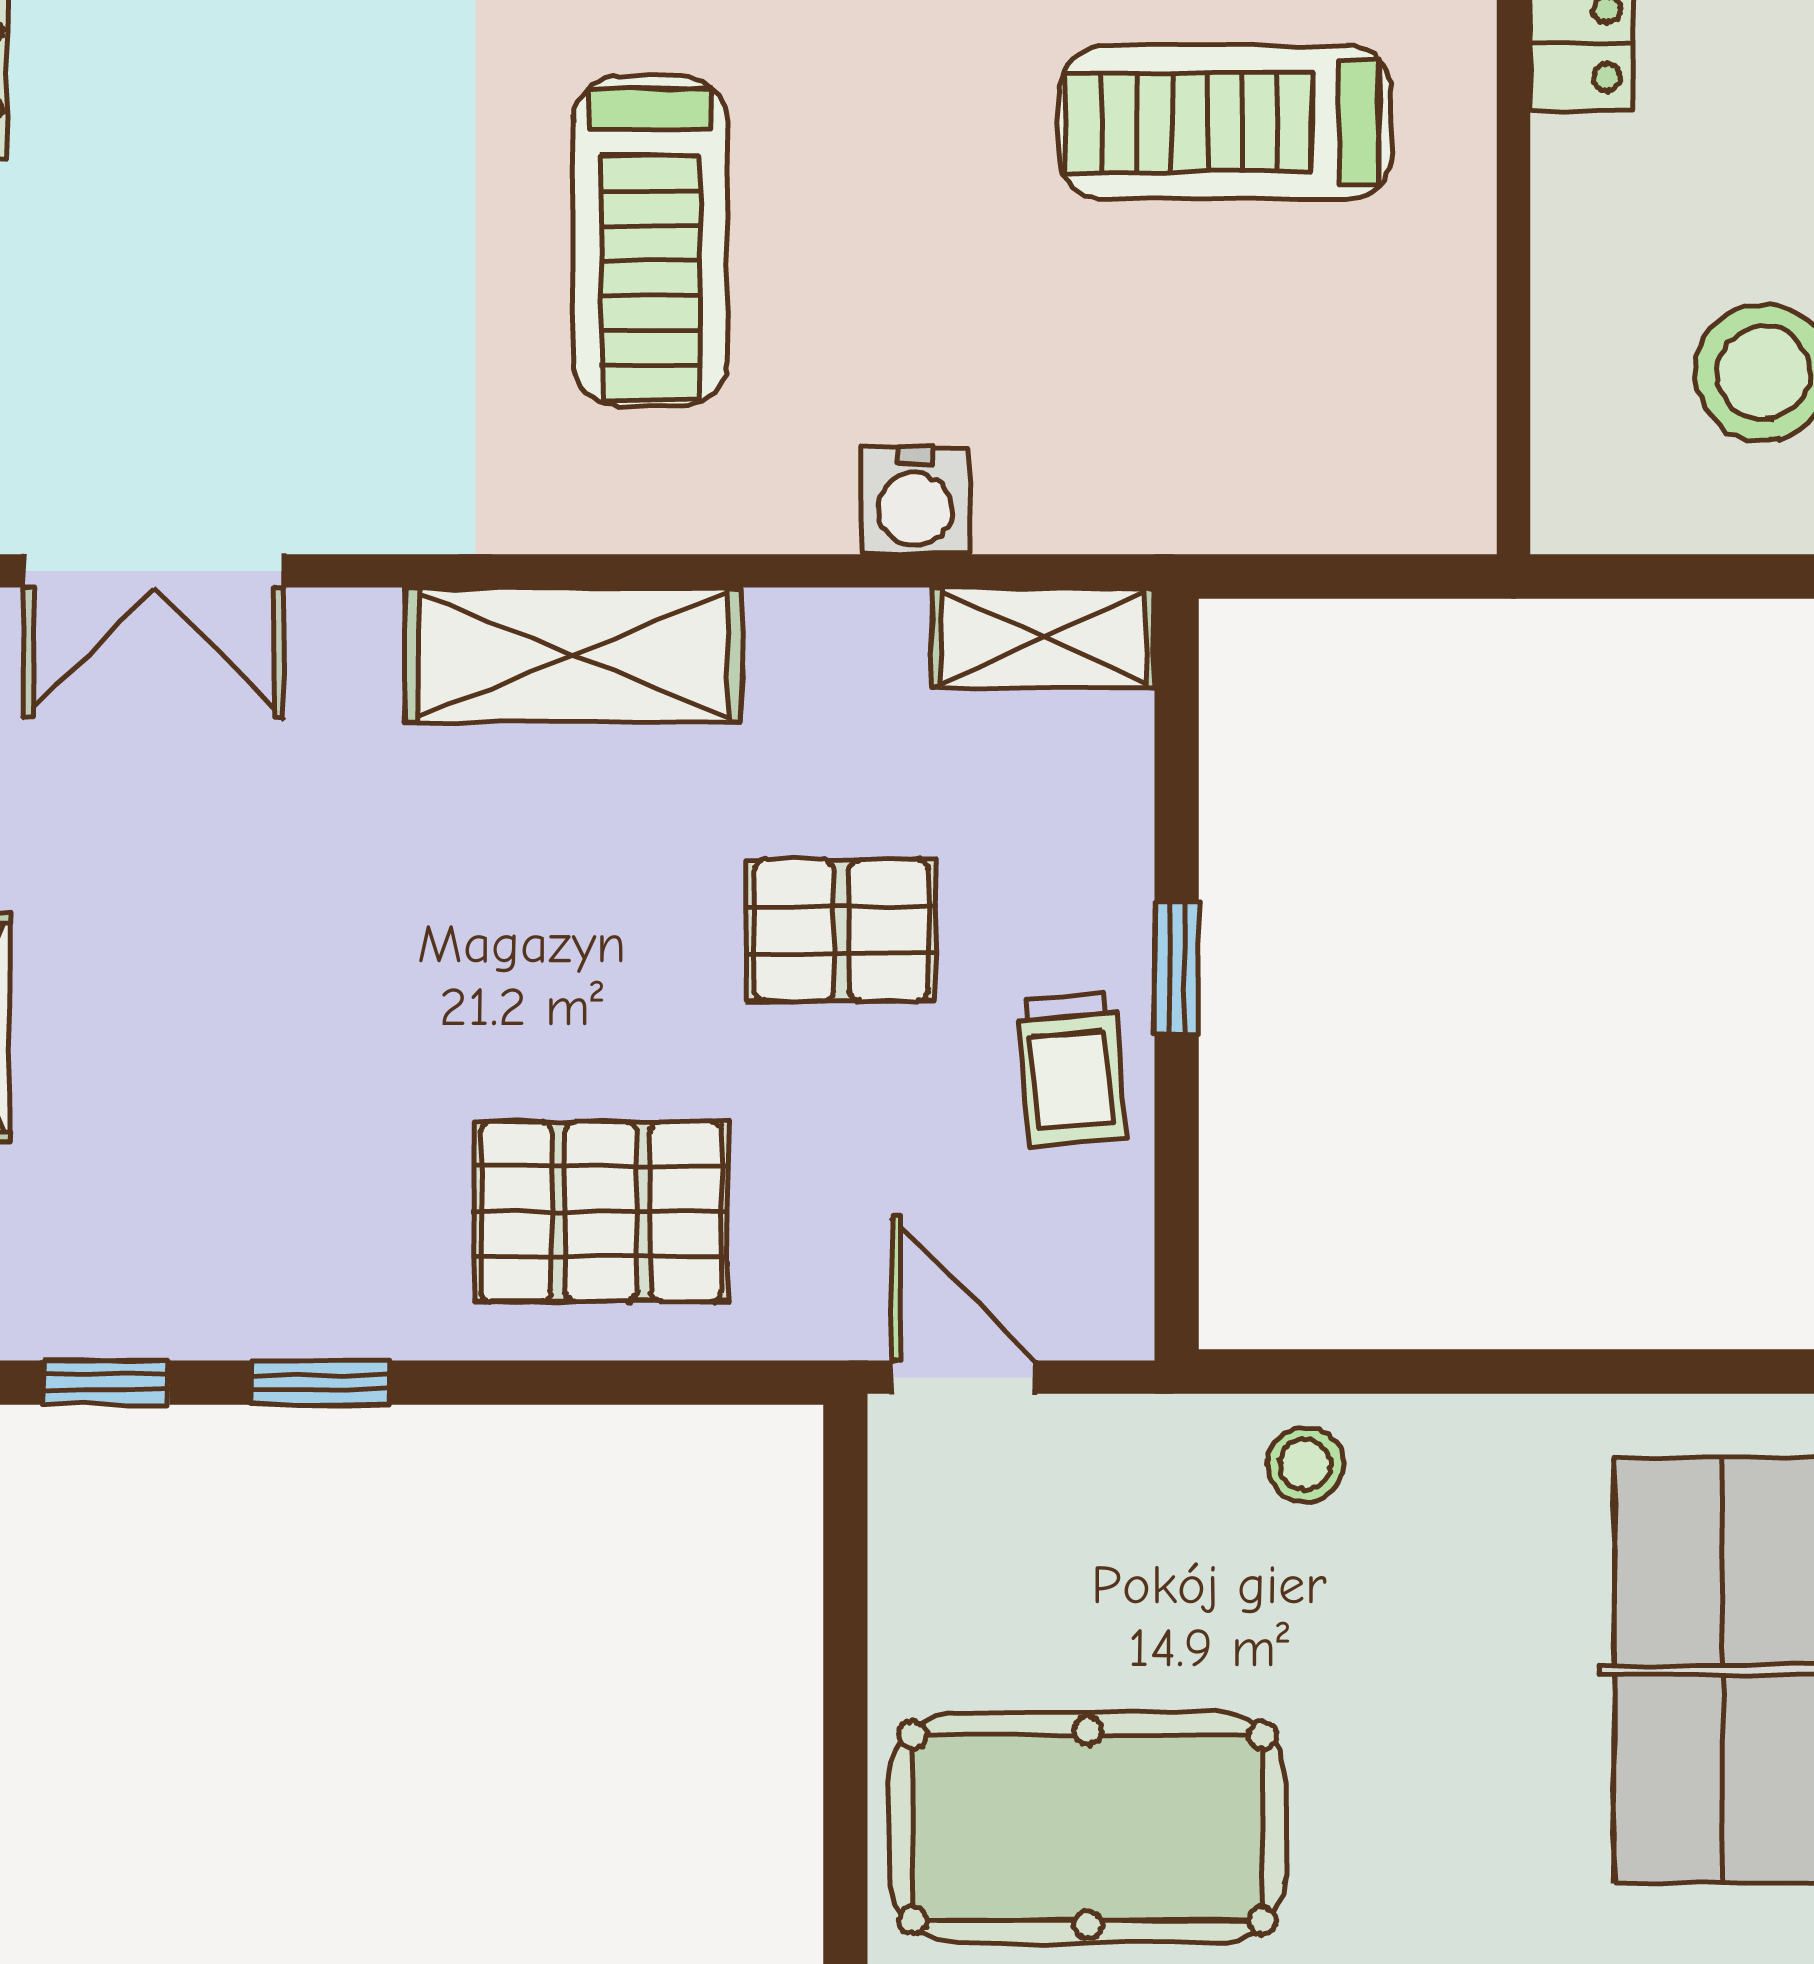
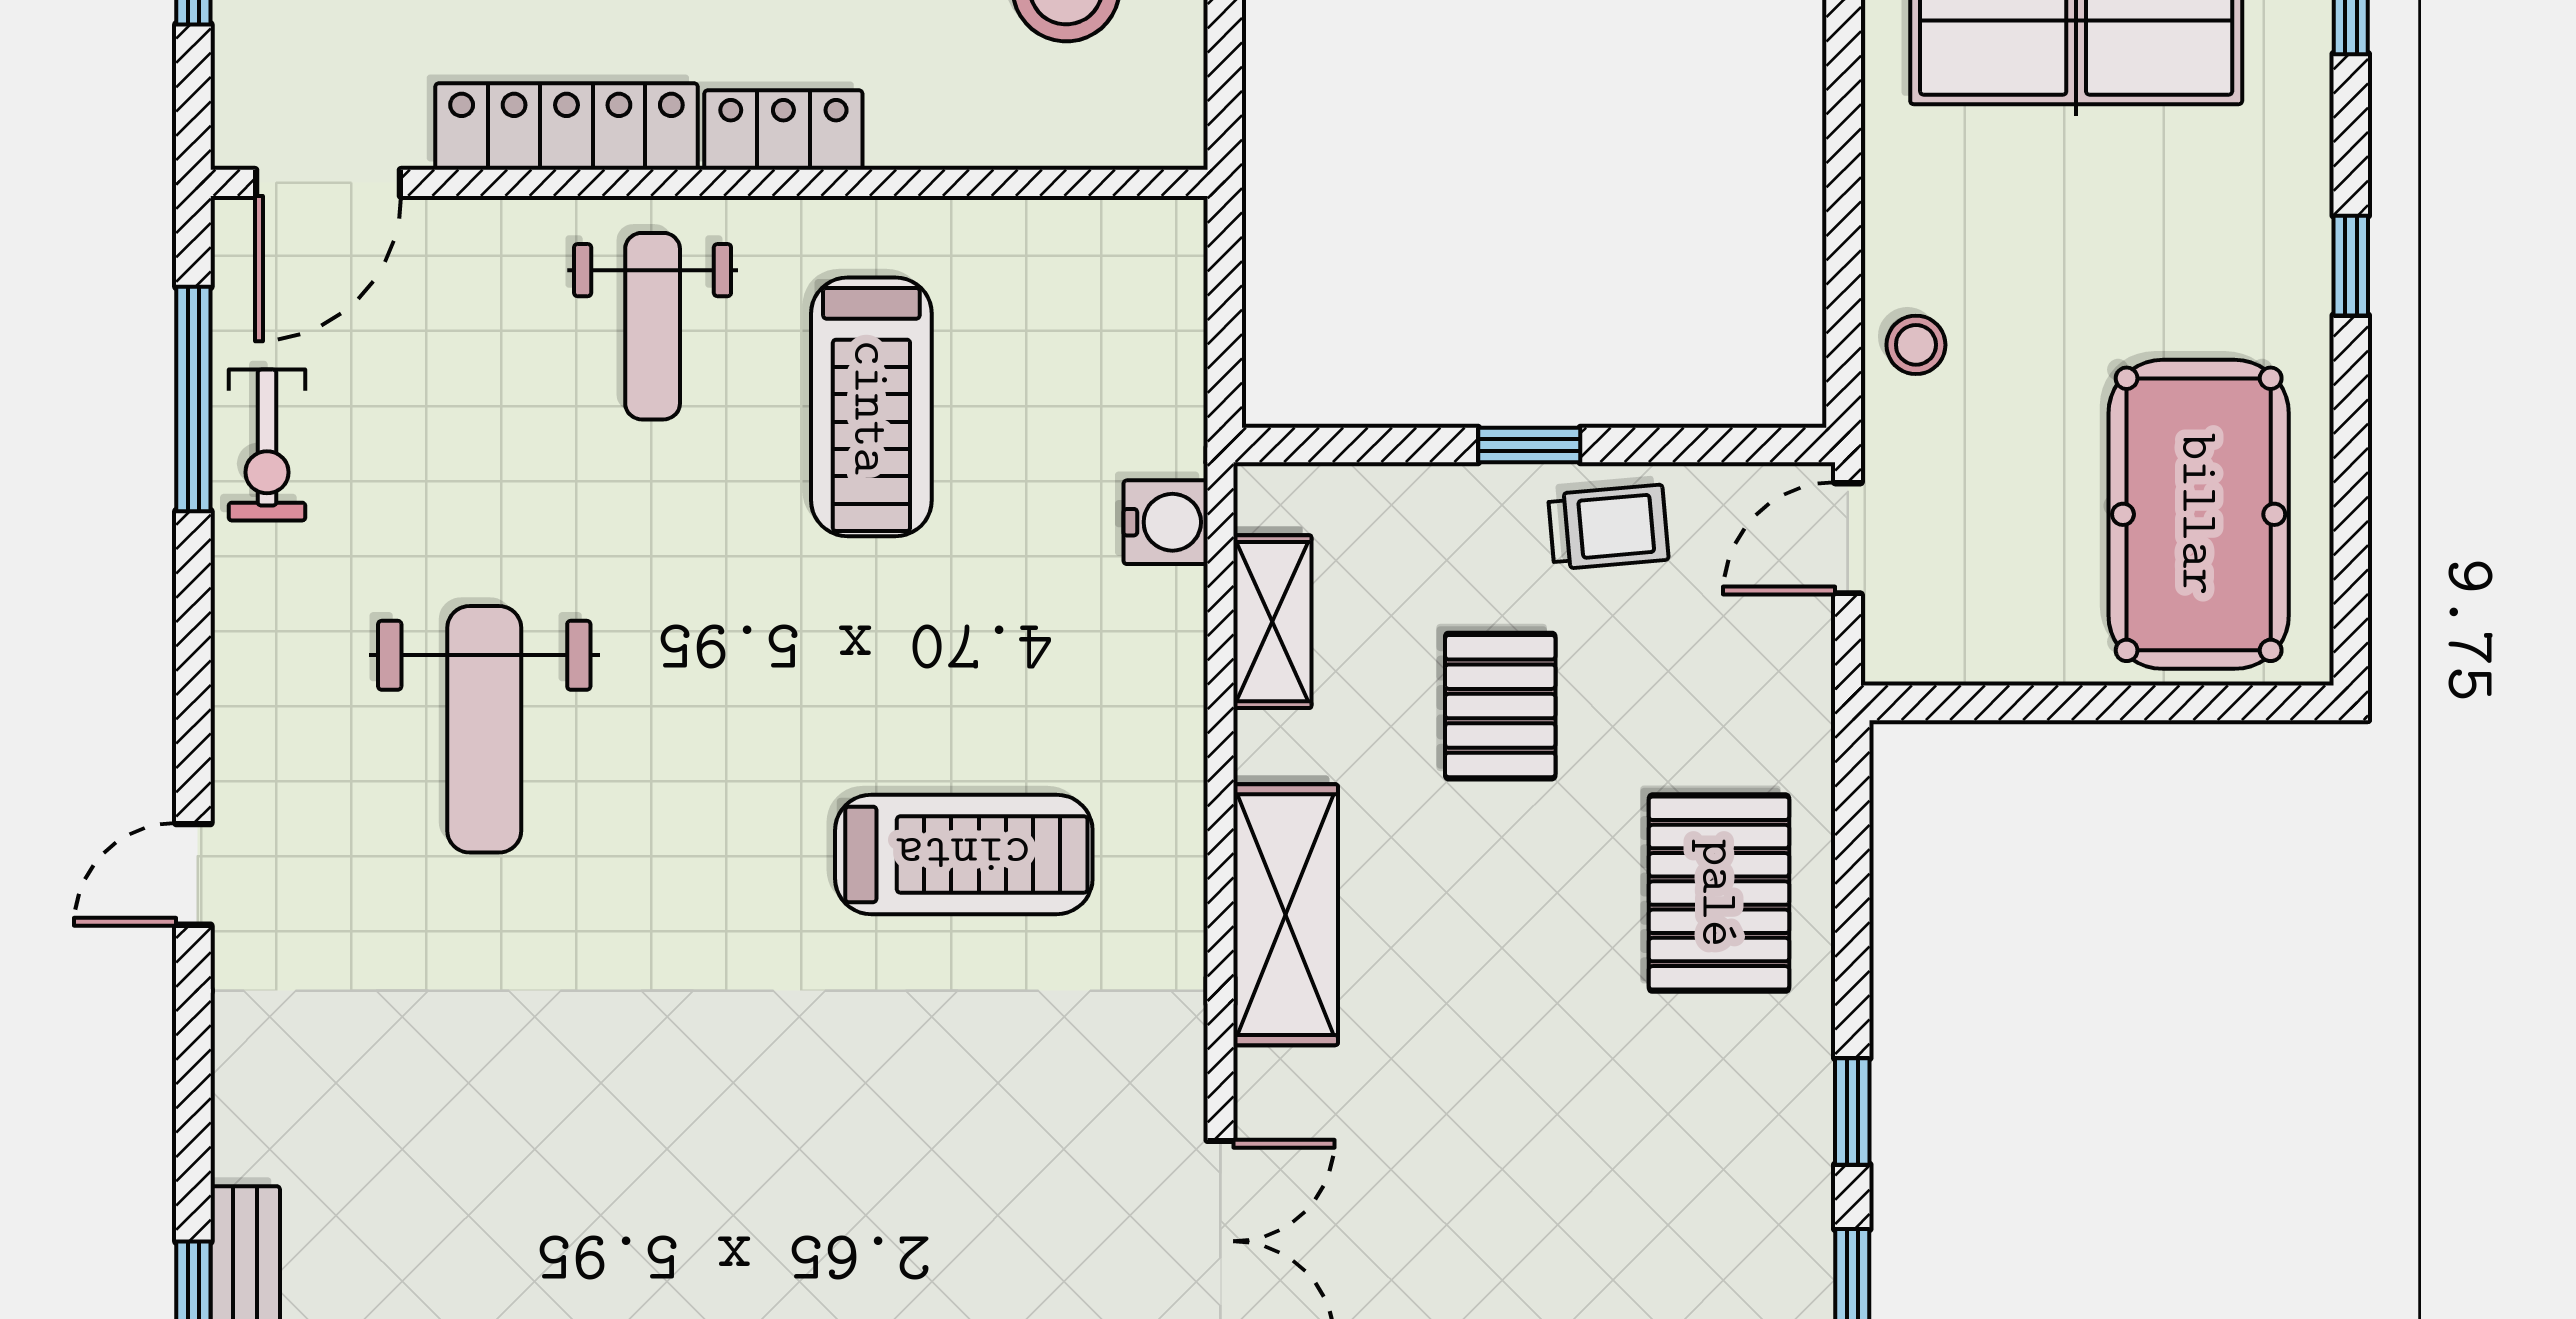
water cooler: (915, 500) -> (1166, 522), moved
shelving: (1043, 638) -> (1272, 622), moved
door: (963, 1377) -> (1848, 538), moved

